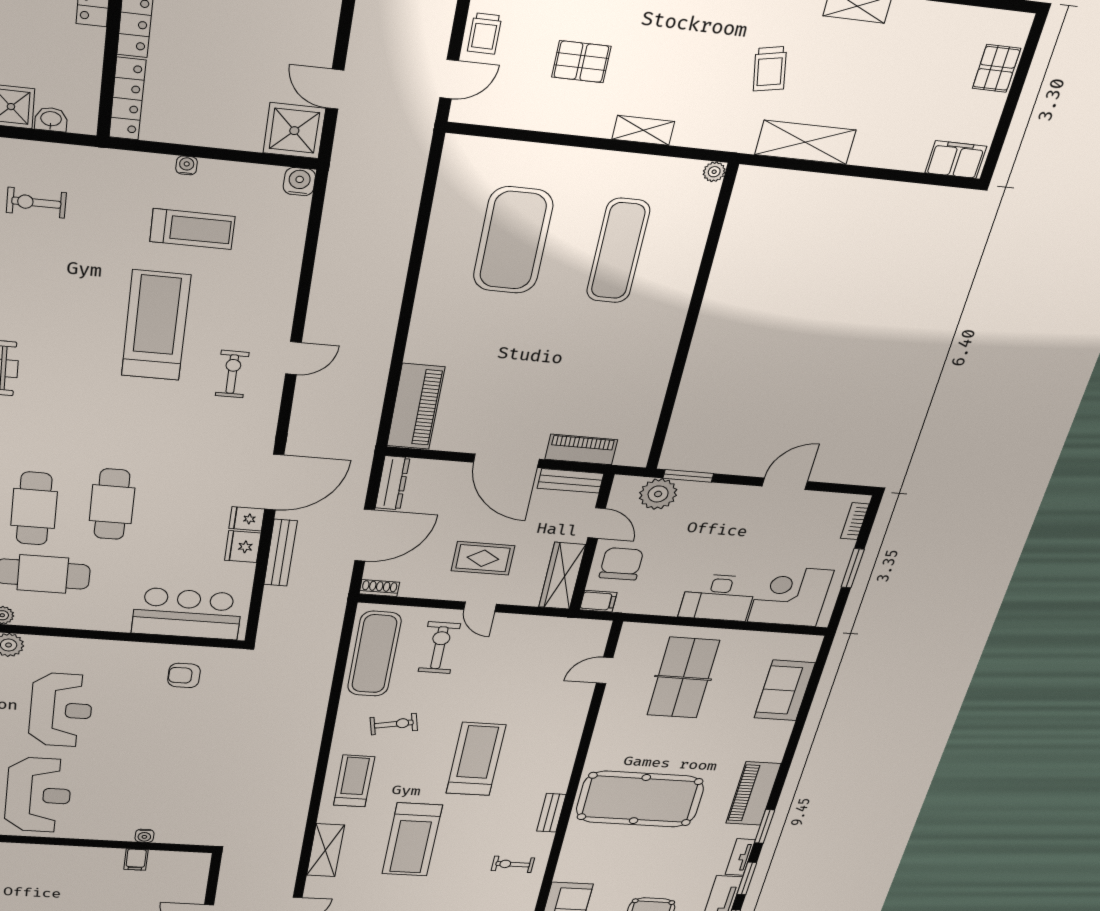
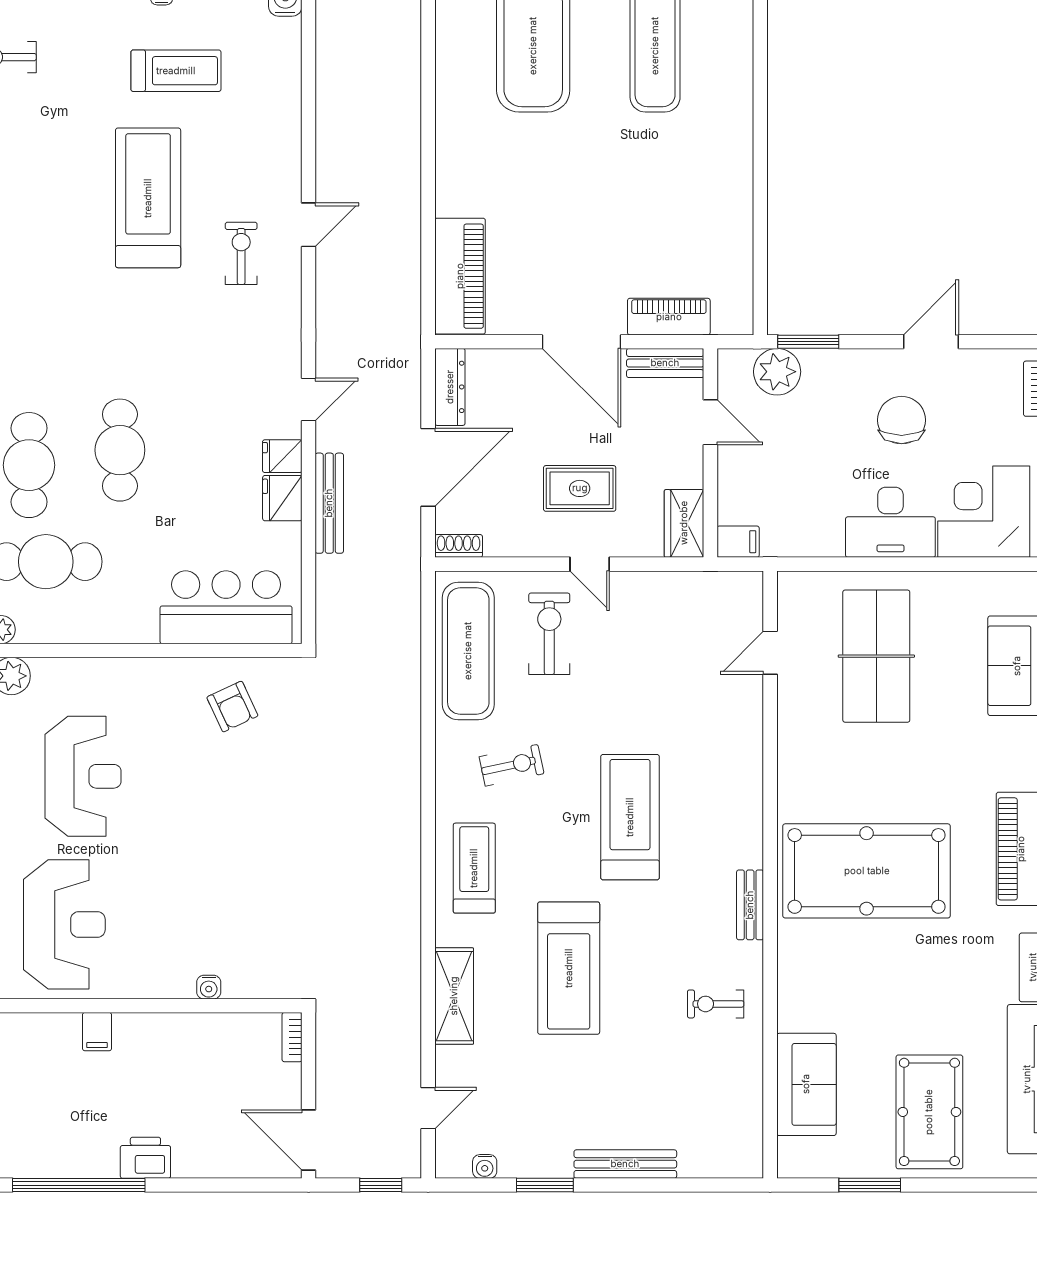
door: (274, 482) -> (309, 400), width x0.53
chair: (621, 564) -> (902, 420), moved
wardrobe: (562, 576) -> (684, 523), width x0.67
armchair: (184, 675) -> (232, 707), turned -115
filing cabinet: (136, 860) -> (97, 1032), moved
bookcase: (203, 866) -> (292, 1037), added

